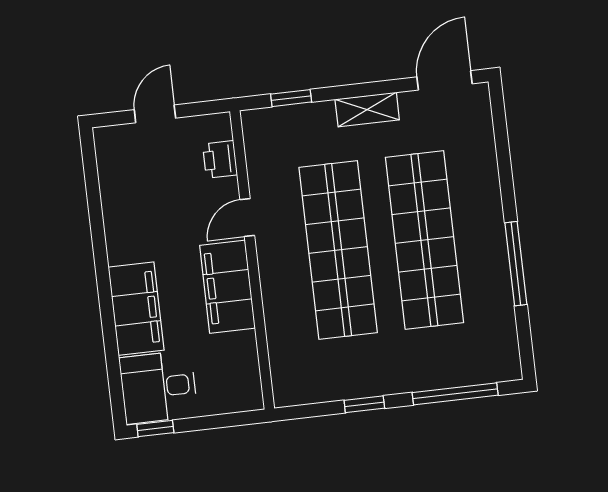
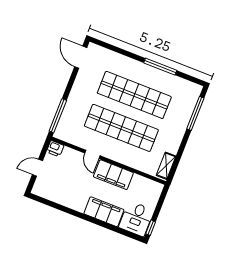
window: (291, 98) -> (58, 116), width x2.17
shelving: (367, 110) -> (166, 166), moved
door: (155, 114) -> (37, 168), hinge flipped
printer: (220, 159) -> (55, 149), moved
window: (364, 404) -> (182, 148), removed

